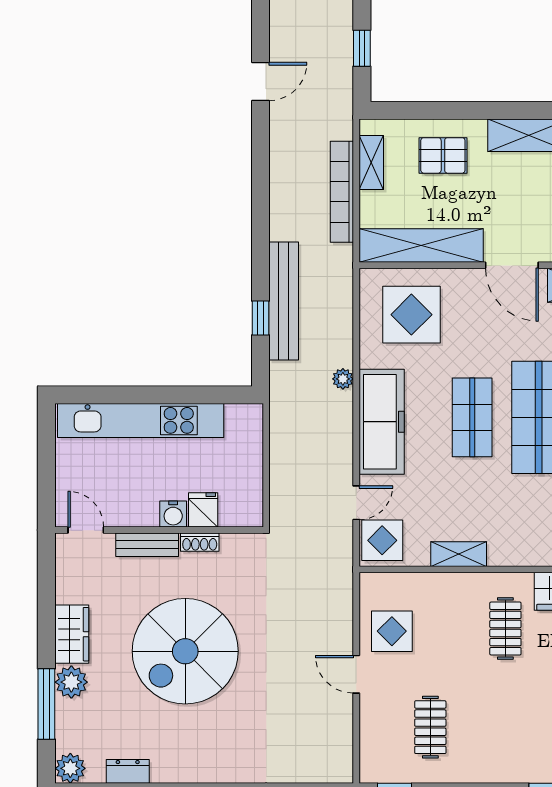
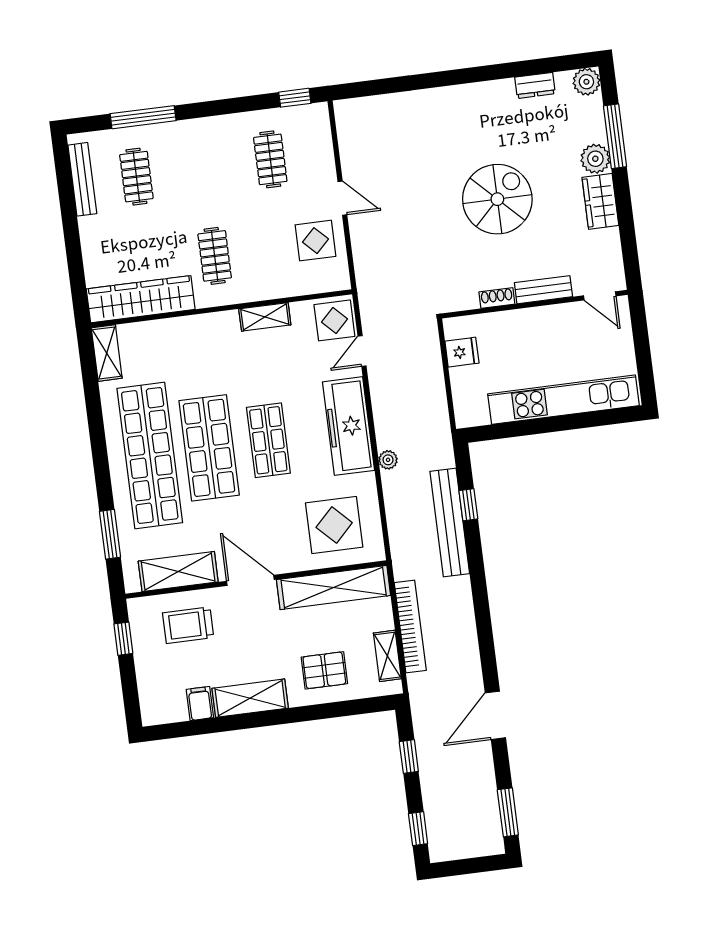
door: (260, 82) -> (495, 715), width x1.38
fridge: (203, 510) -> (462, 352), moved, turned -90
water cooler: (173, 514) -> (524, 320), removed
spiral stairs: (185, 651) -> (497, 199), width x0.73, depth x0.73

